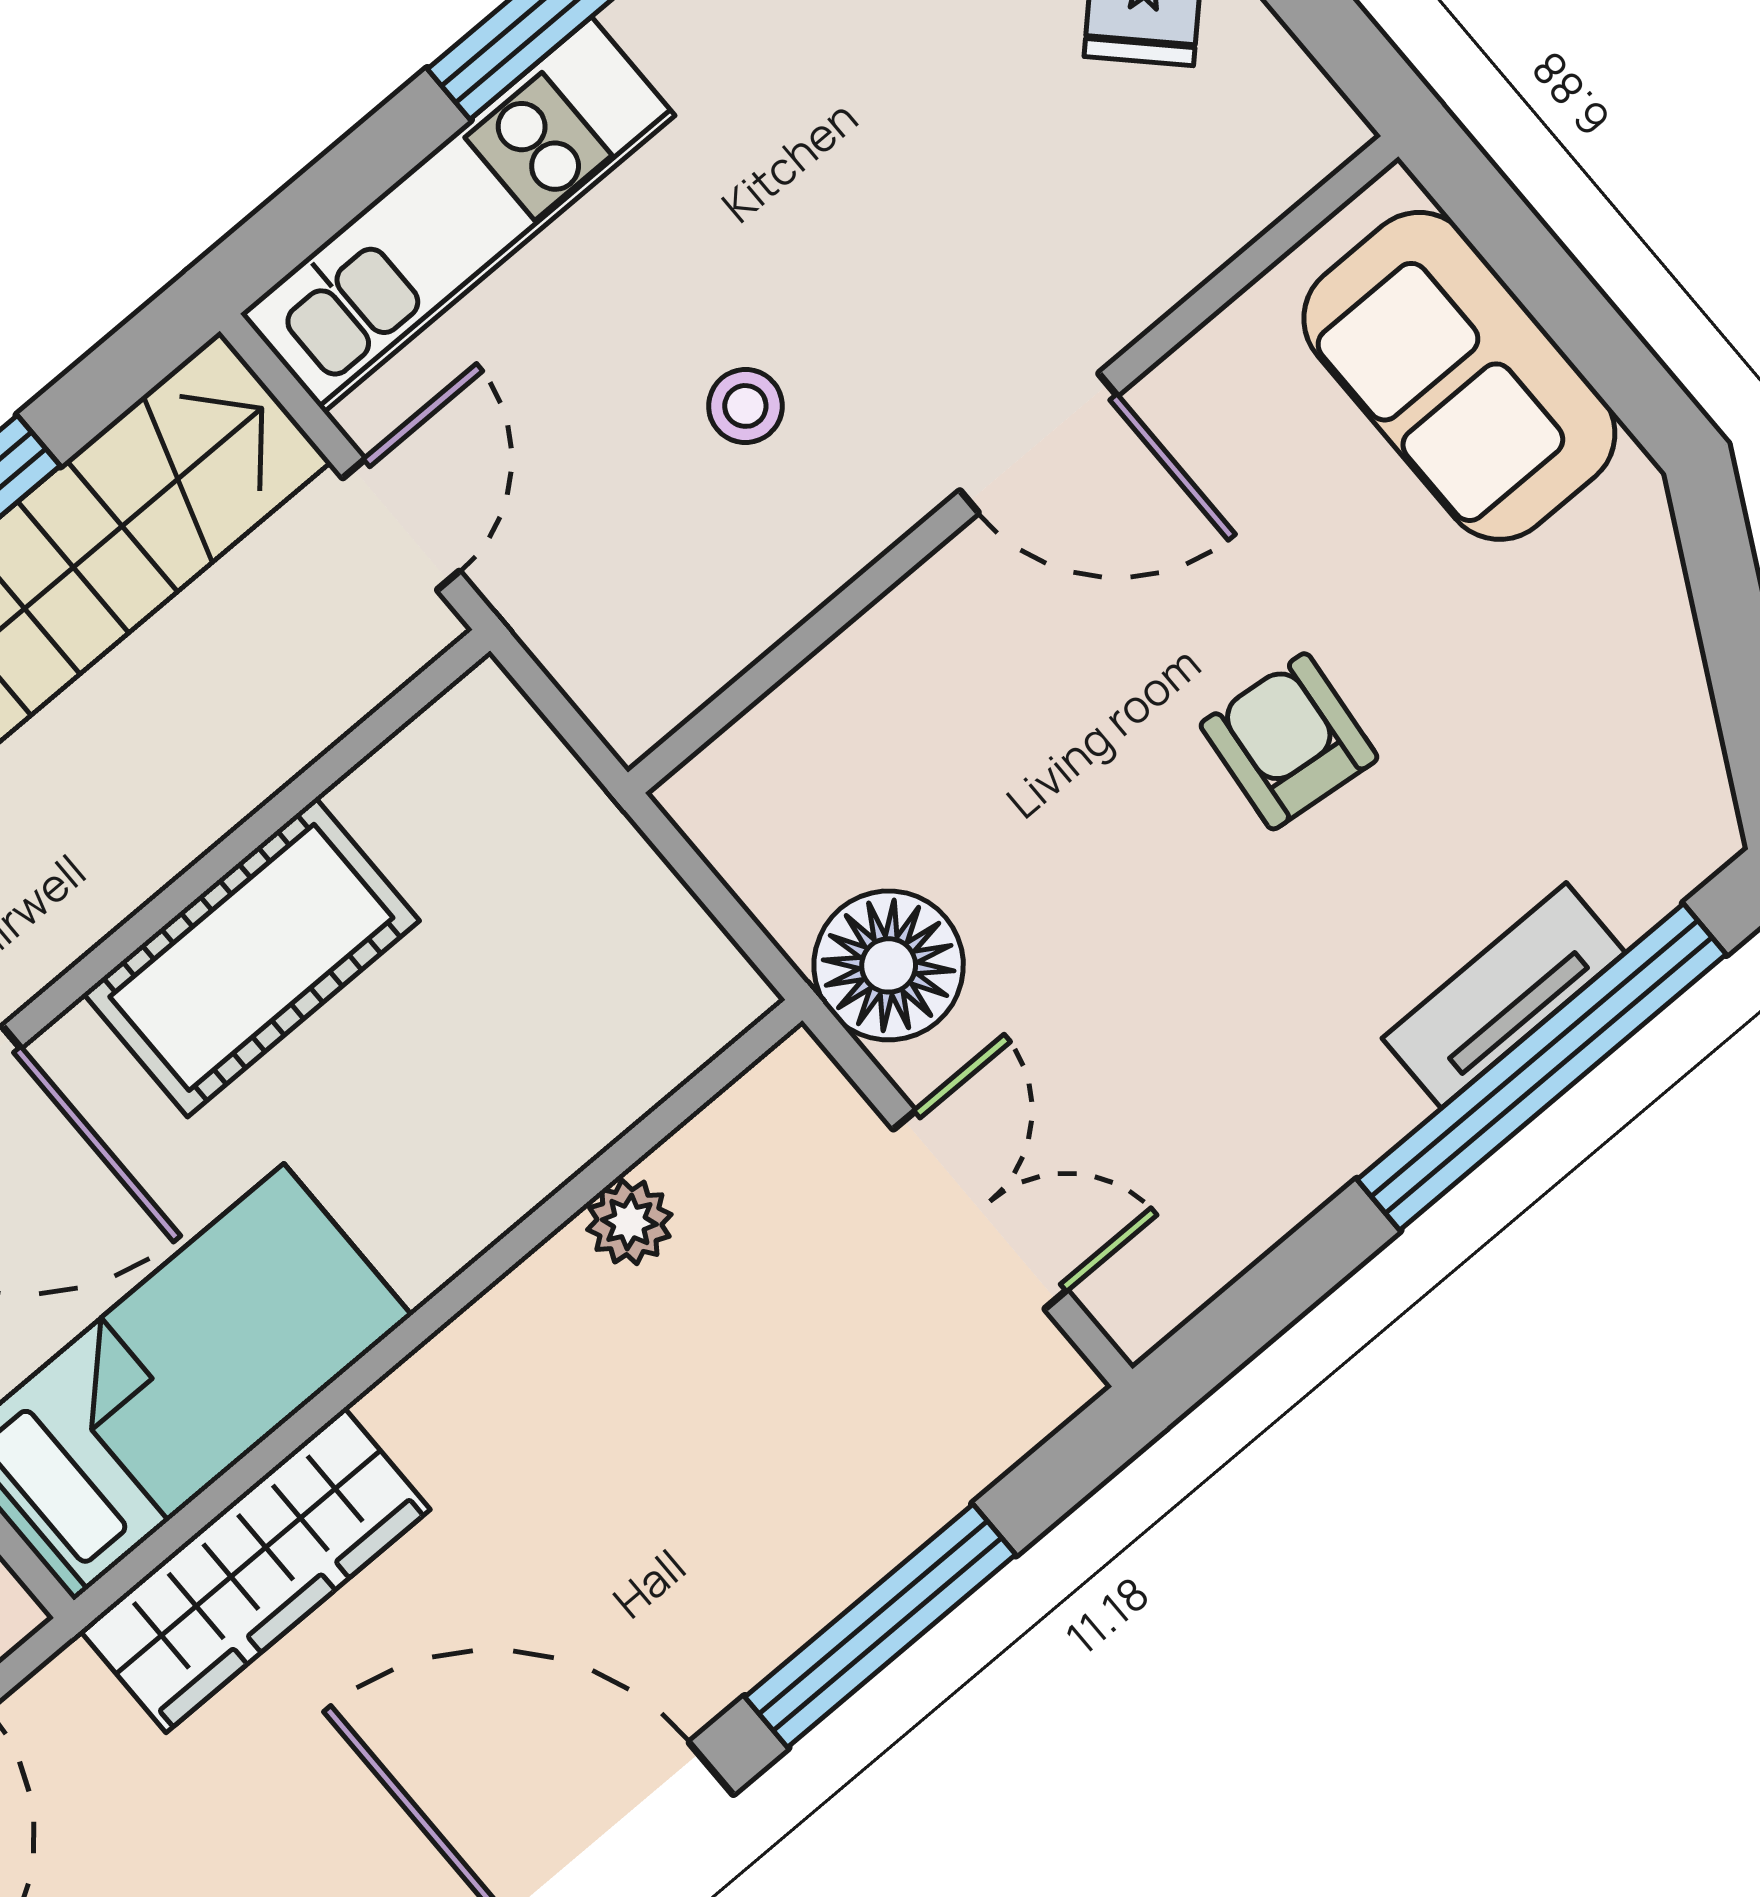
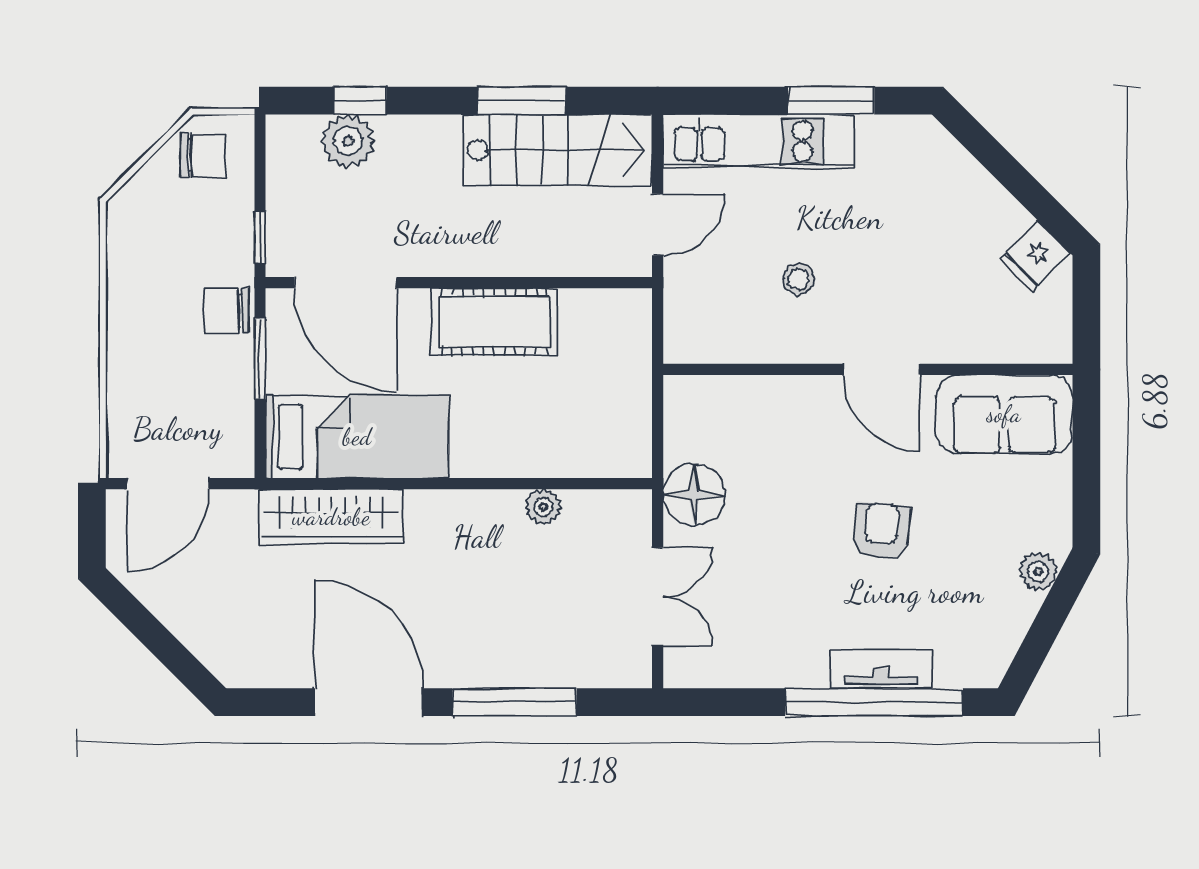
sofa: (1459, 376) -> (1004, 414), moved, turned -90
plant: (1640, 571) -> (1038, 571), added

